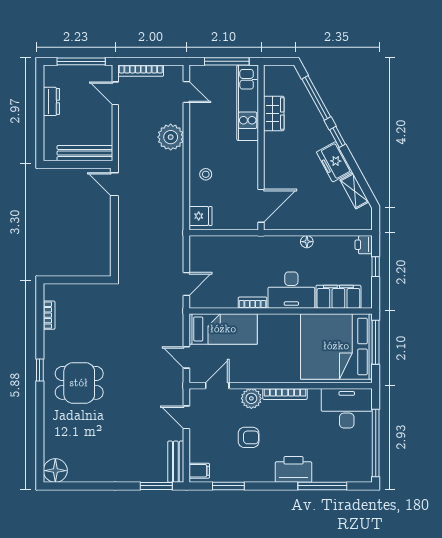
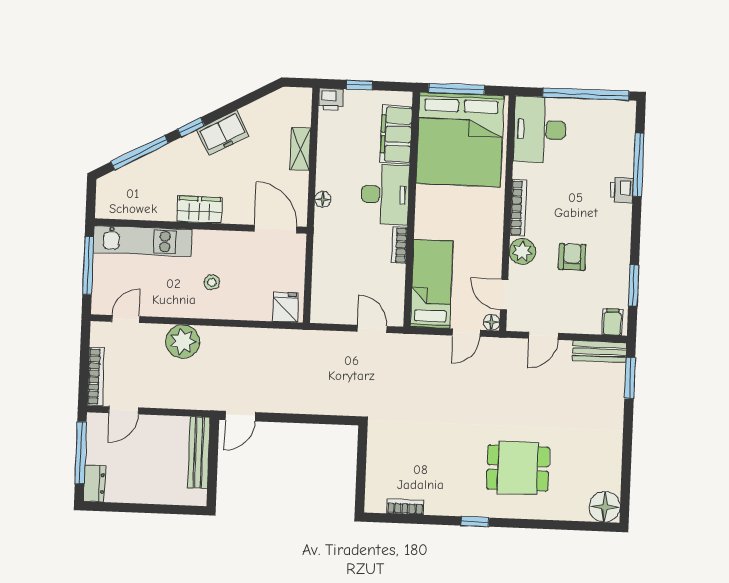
dresser: (51, 101) -> (94, 483), moved, turned 90
wardrobe: (274, 114) -> (199, 210), moved
stool: (206, 174) -> (212, 282), moved
shelving: (354, 191) -> (300, 149), moved, turned -61
floor lamp: (307, 242) -> (323, 199), moved
floor lamp: (195, 377) -> (491, 322), added
dining table: (79, 383) -> (518, 468), moved, turned 90
printer: (294, 469) -> (622, 190), width x0.53, depth x0.68

